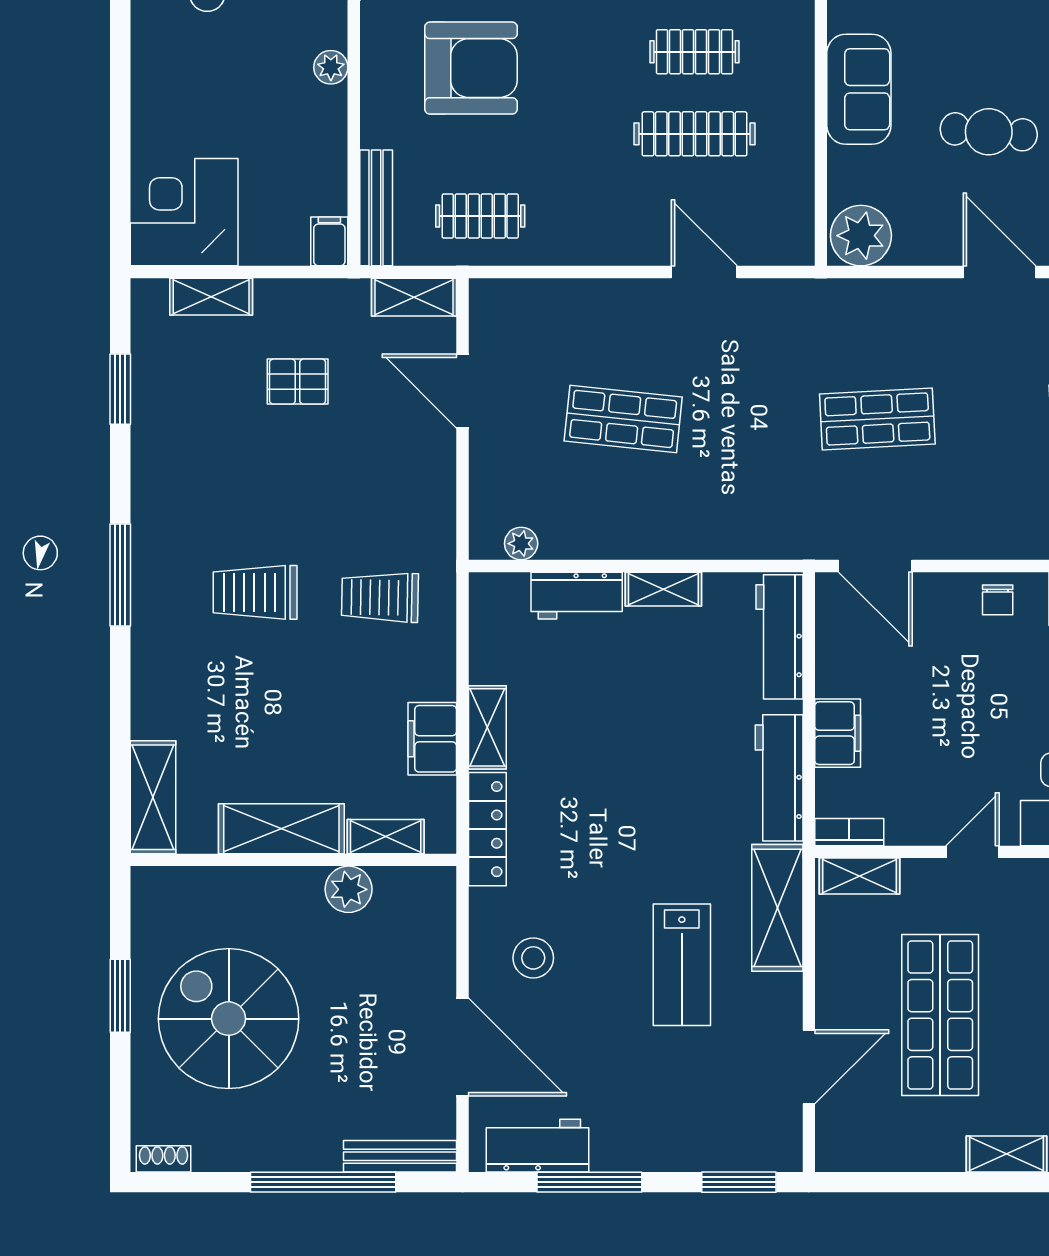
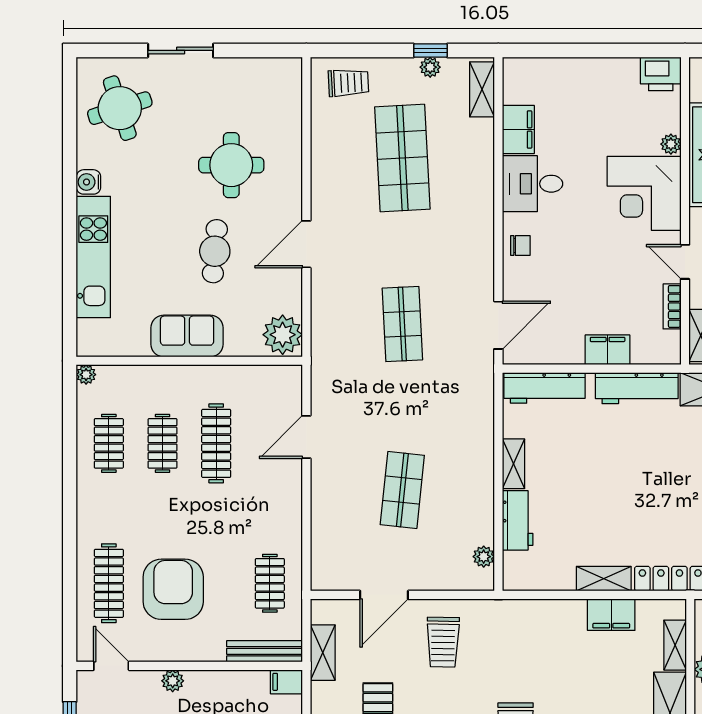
shelving: (414, 297) -> (323, 653), moved
trolley: (380, 597) -> (443, 642), moved
bookcase: (849, 832) -> (672, 306), moved

